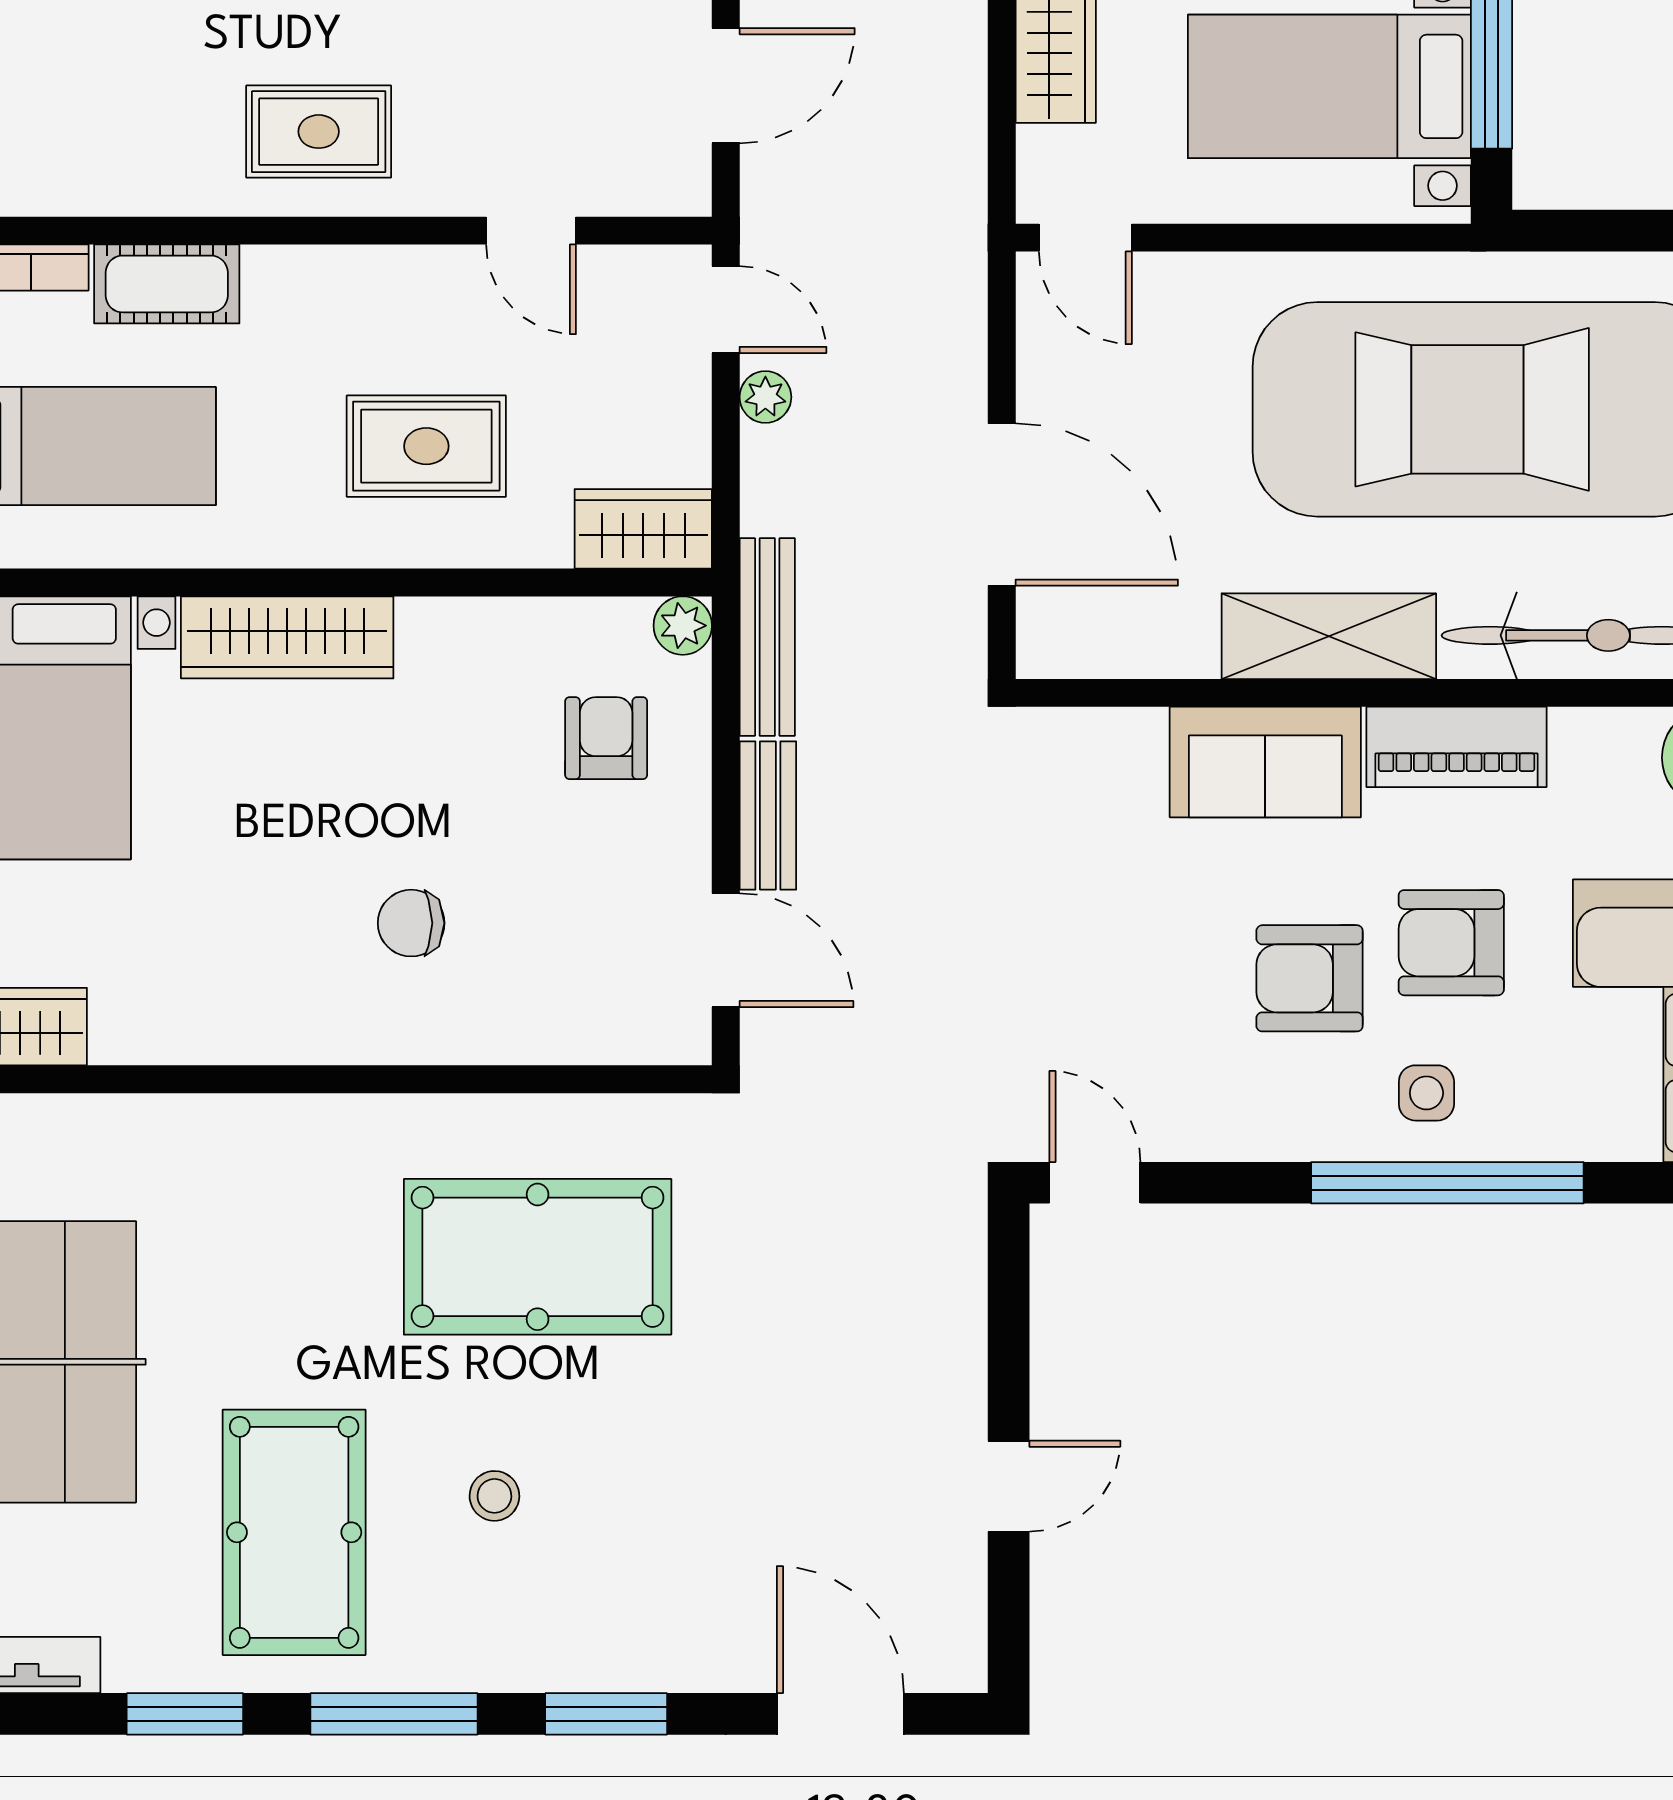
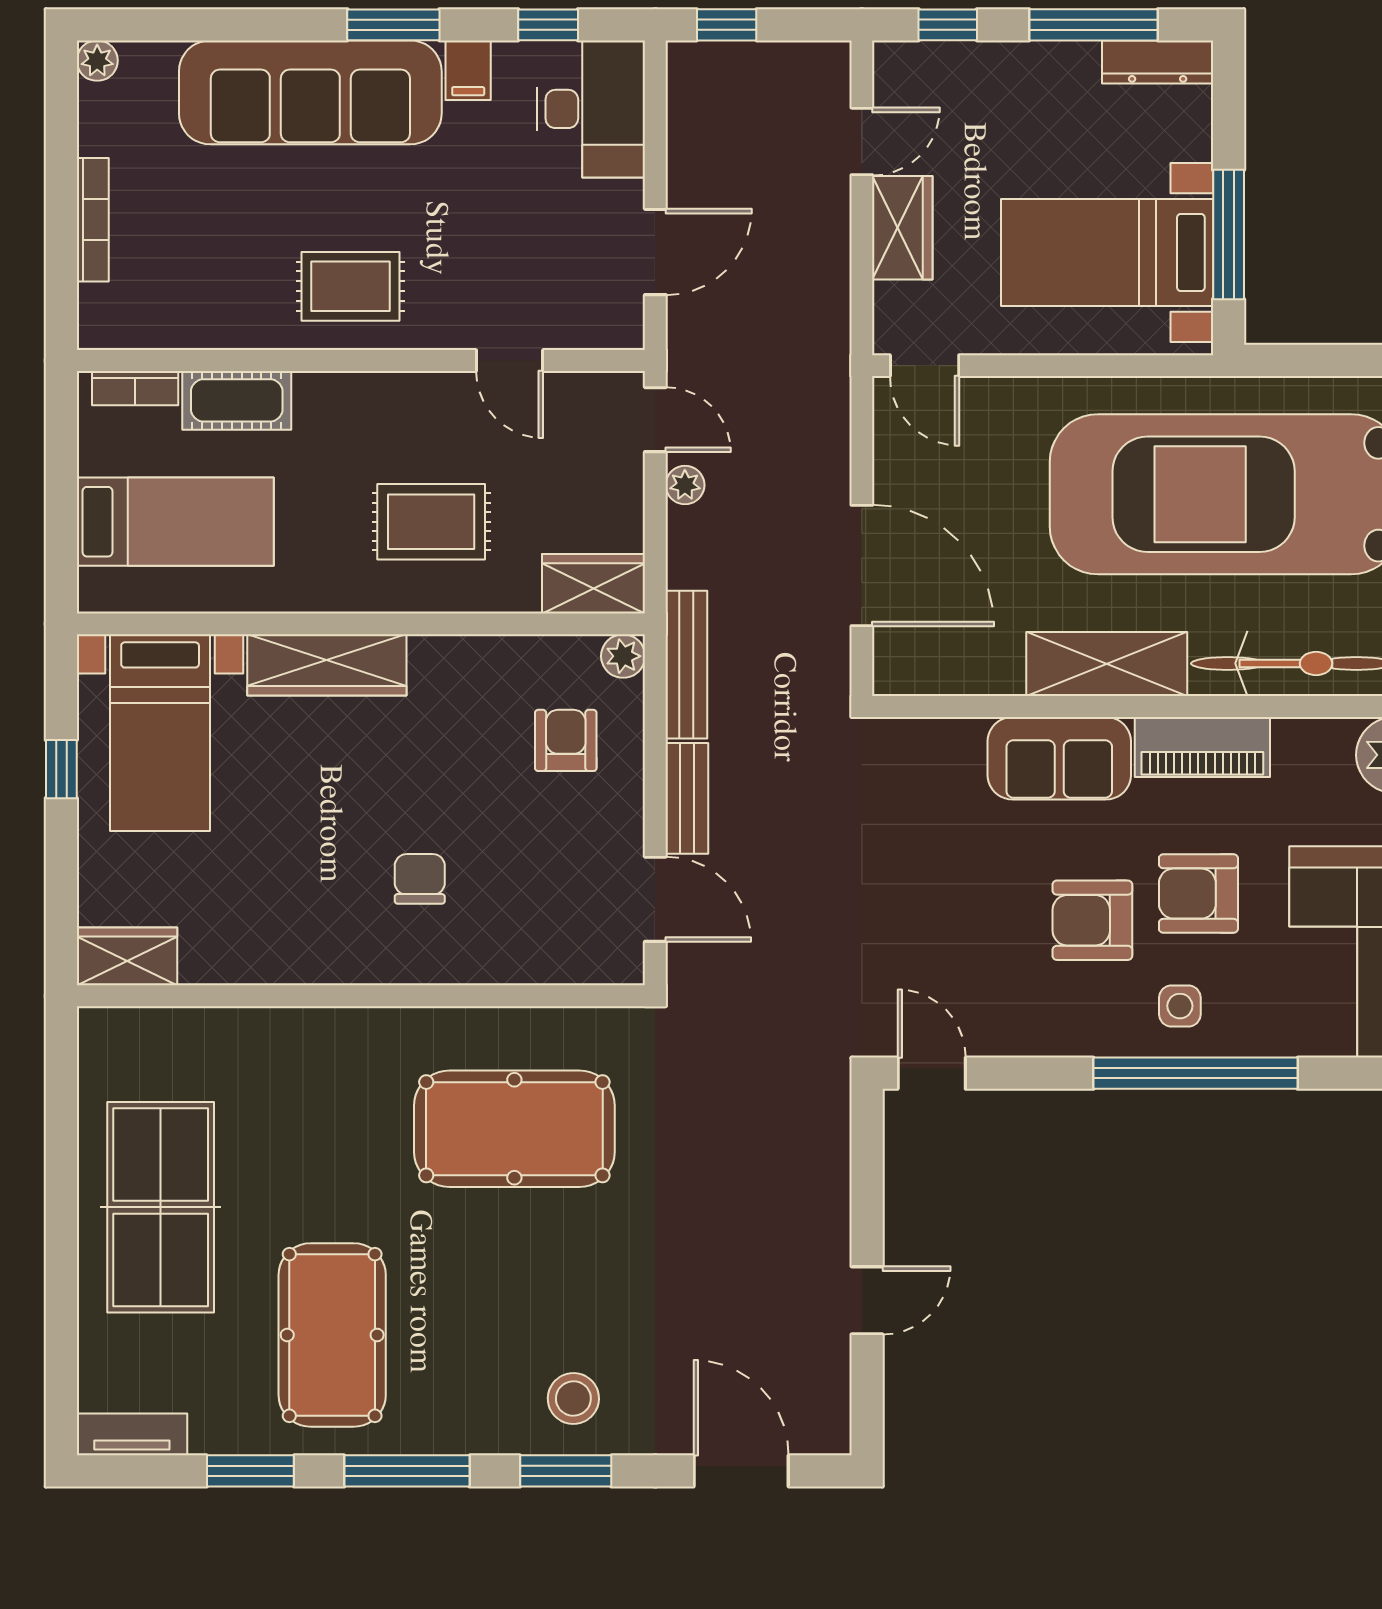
chair: (411, 923) -> (420, 879), turned 90
stool: (494, 1496) -> (573, 1398), moved, width x1.37, depth x1.37

